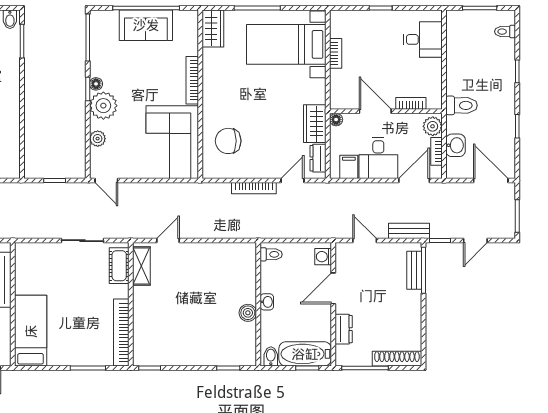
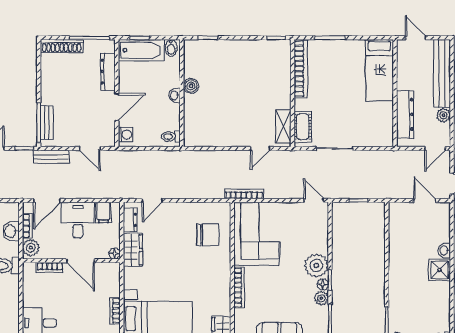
plant: (98, 139) -> (321, 298), moved
bookcase: (254, 188) -> (244, 194), moved
dresser: (344, 329) -> (108, 72), width x1.44

